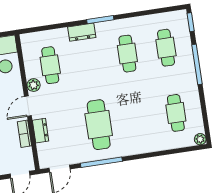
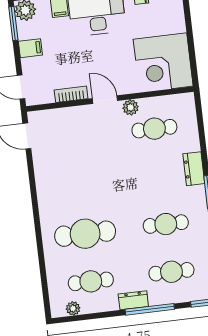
cafe table: (99, 125) -> (85, 234), moved
dresser: (41, 131) -> (133, 300), moved, turned 180
plant: (200, 139) -> (73, 308), moved
window: (101, 162) -> (33, 188), removed

